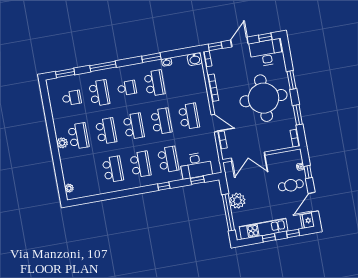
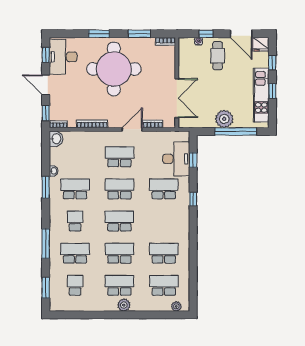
school desk: (140, 164) -> (164, 285), moved

